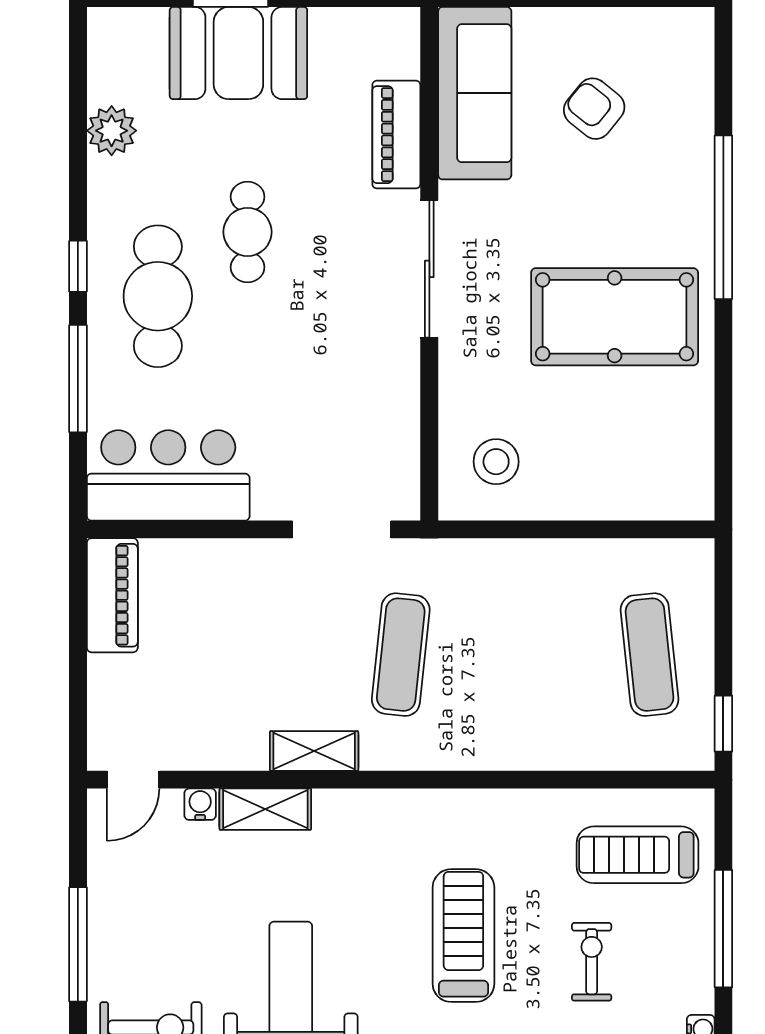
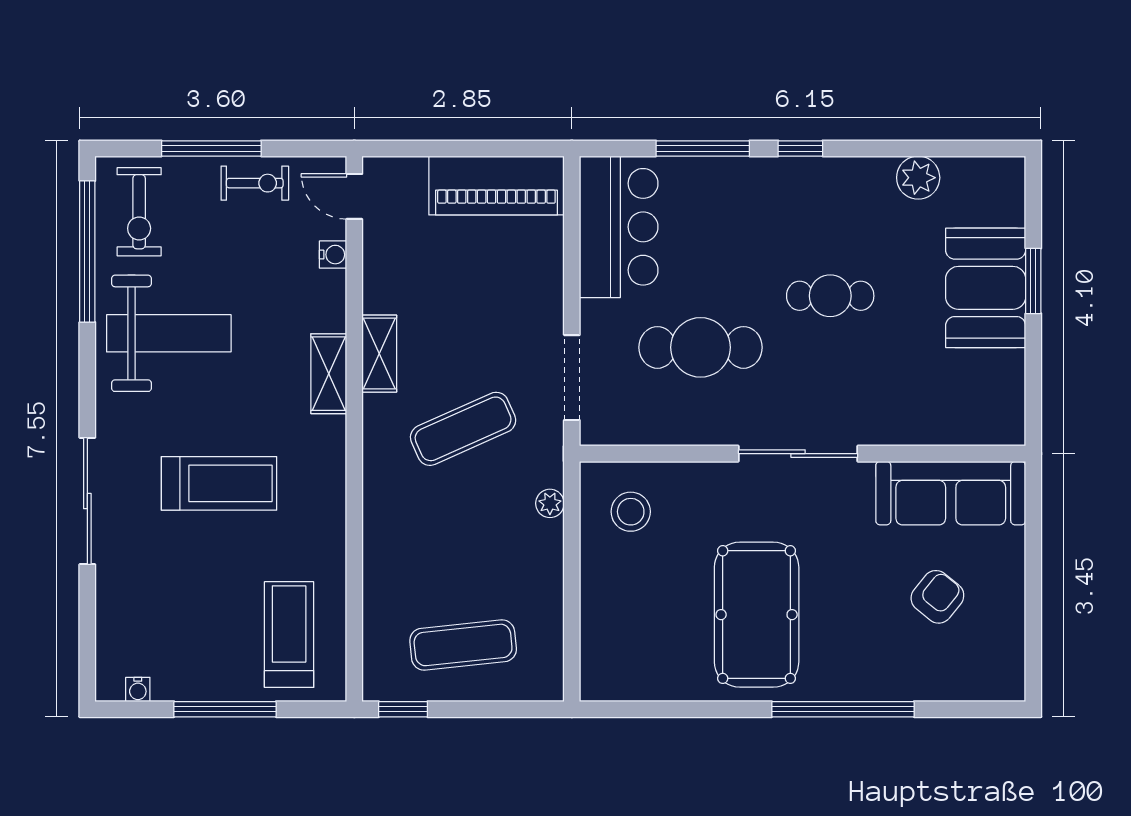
piano: (396, 135) -> (915, 425), removed
cafe table: (158, 296) -> (701, 347), moved
plant: (487, 555) -> (550, 503), added
piano: (112, 595) -> (496, 185), width x1.37, depth x1.33
exercise mat: (401, 655) -> (463, 429), turned -30
shelving: (265, 809) -> (329, 374), moved
exercise bike: (592, 962) -> (255, 183), moved

